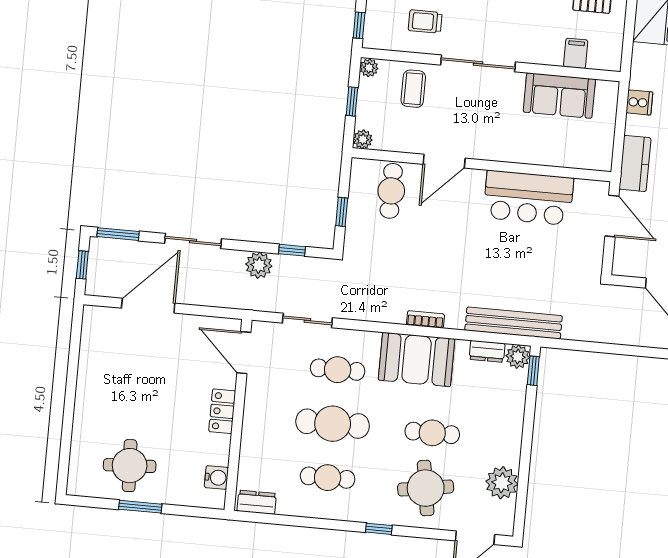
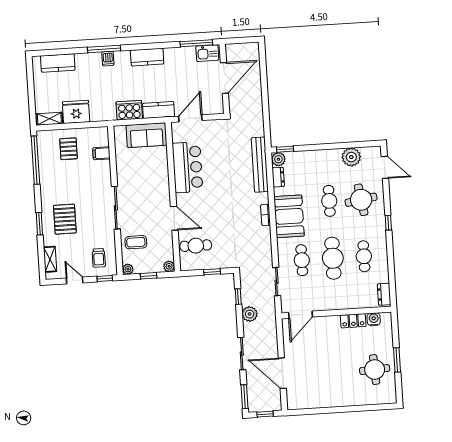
trolley: (425, 22) -> (99, 258), moved
sofa: (559, 96) -> (147, 135), moved, turned 90
cooker: (639, 102) -> (129, 110), width x1.87, depth x1.31
locker: (222, 411) -> (353, 321), moved

